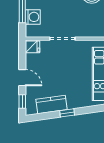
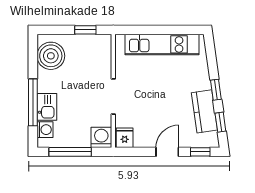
washing machine: (33, 17) -> (101, 137), moved
window: (44, 116) -> (220, 122), added

